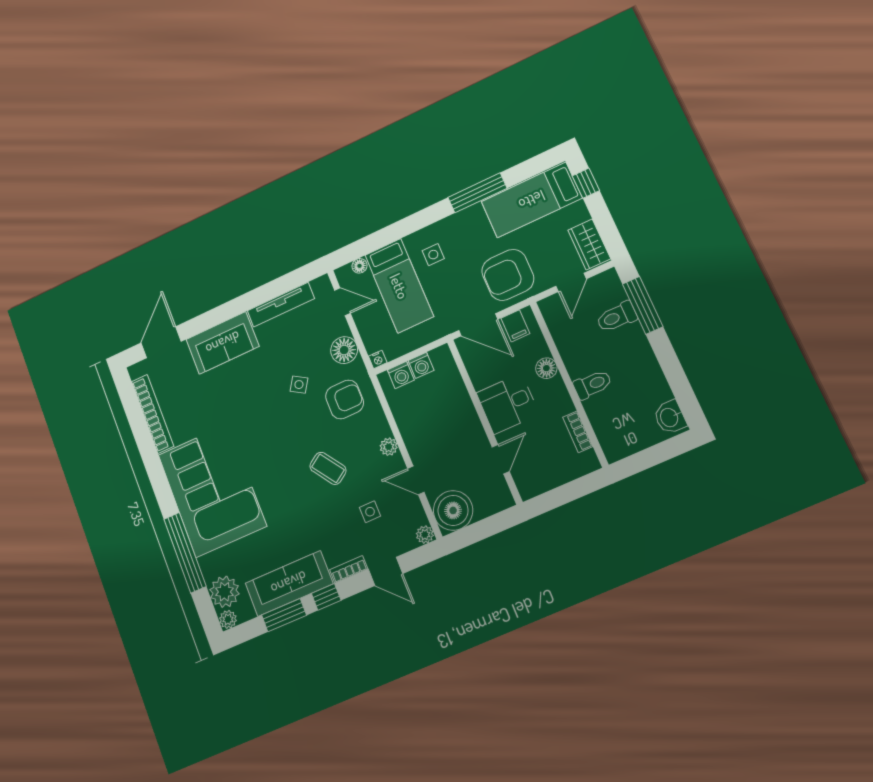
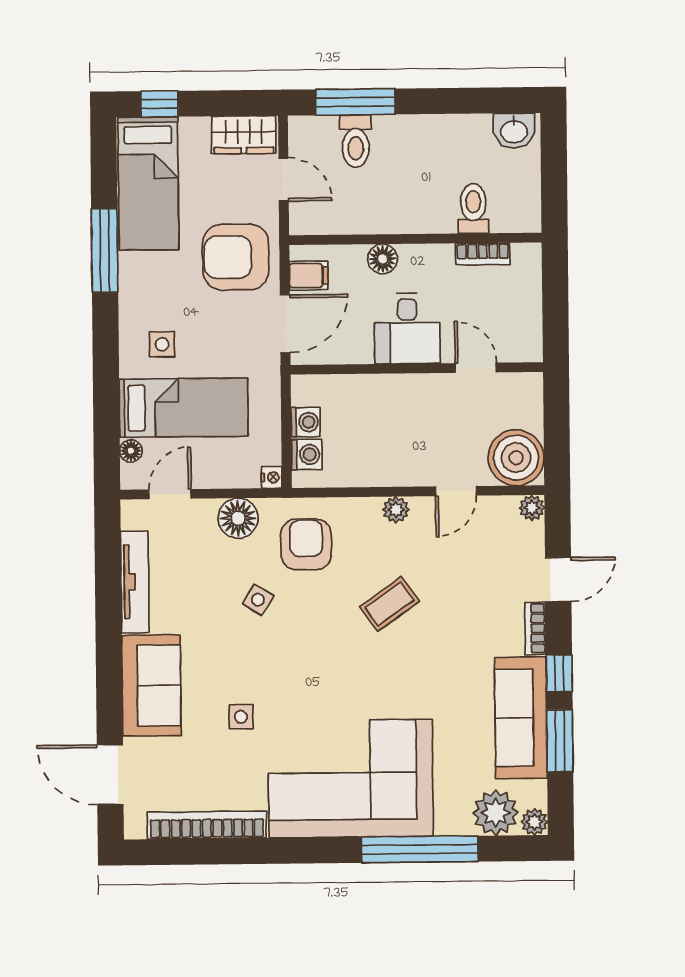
armchair: (508, 275) -> (236, 257), turned 90
toilet: (592, 384) -> (473, 209), moved
side table: (370, 512) -> (241, 717), moved

